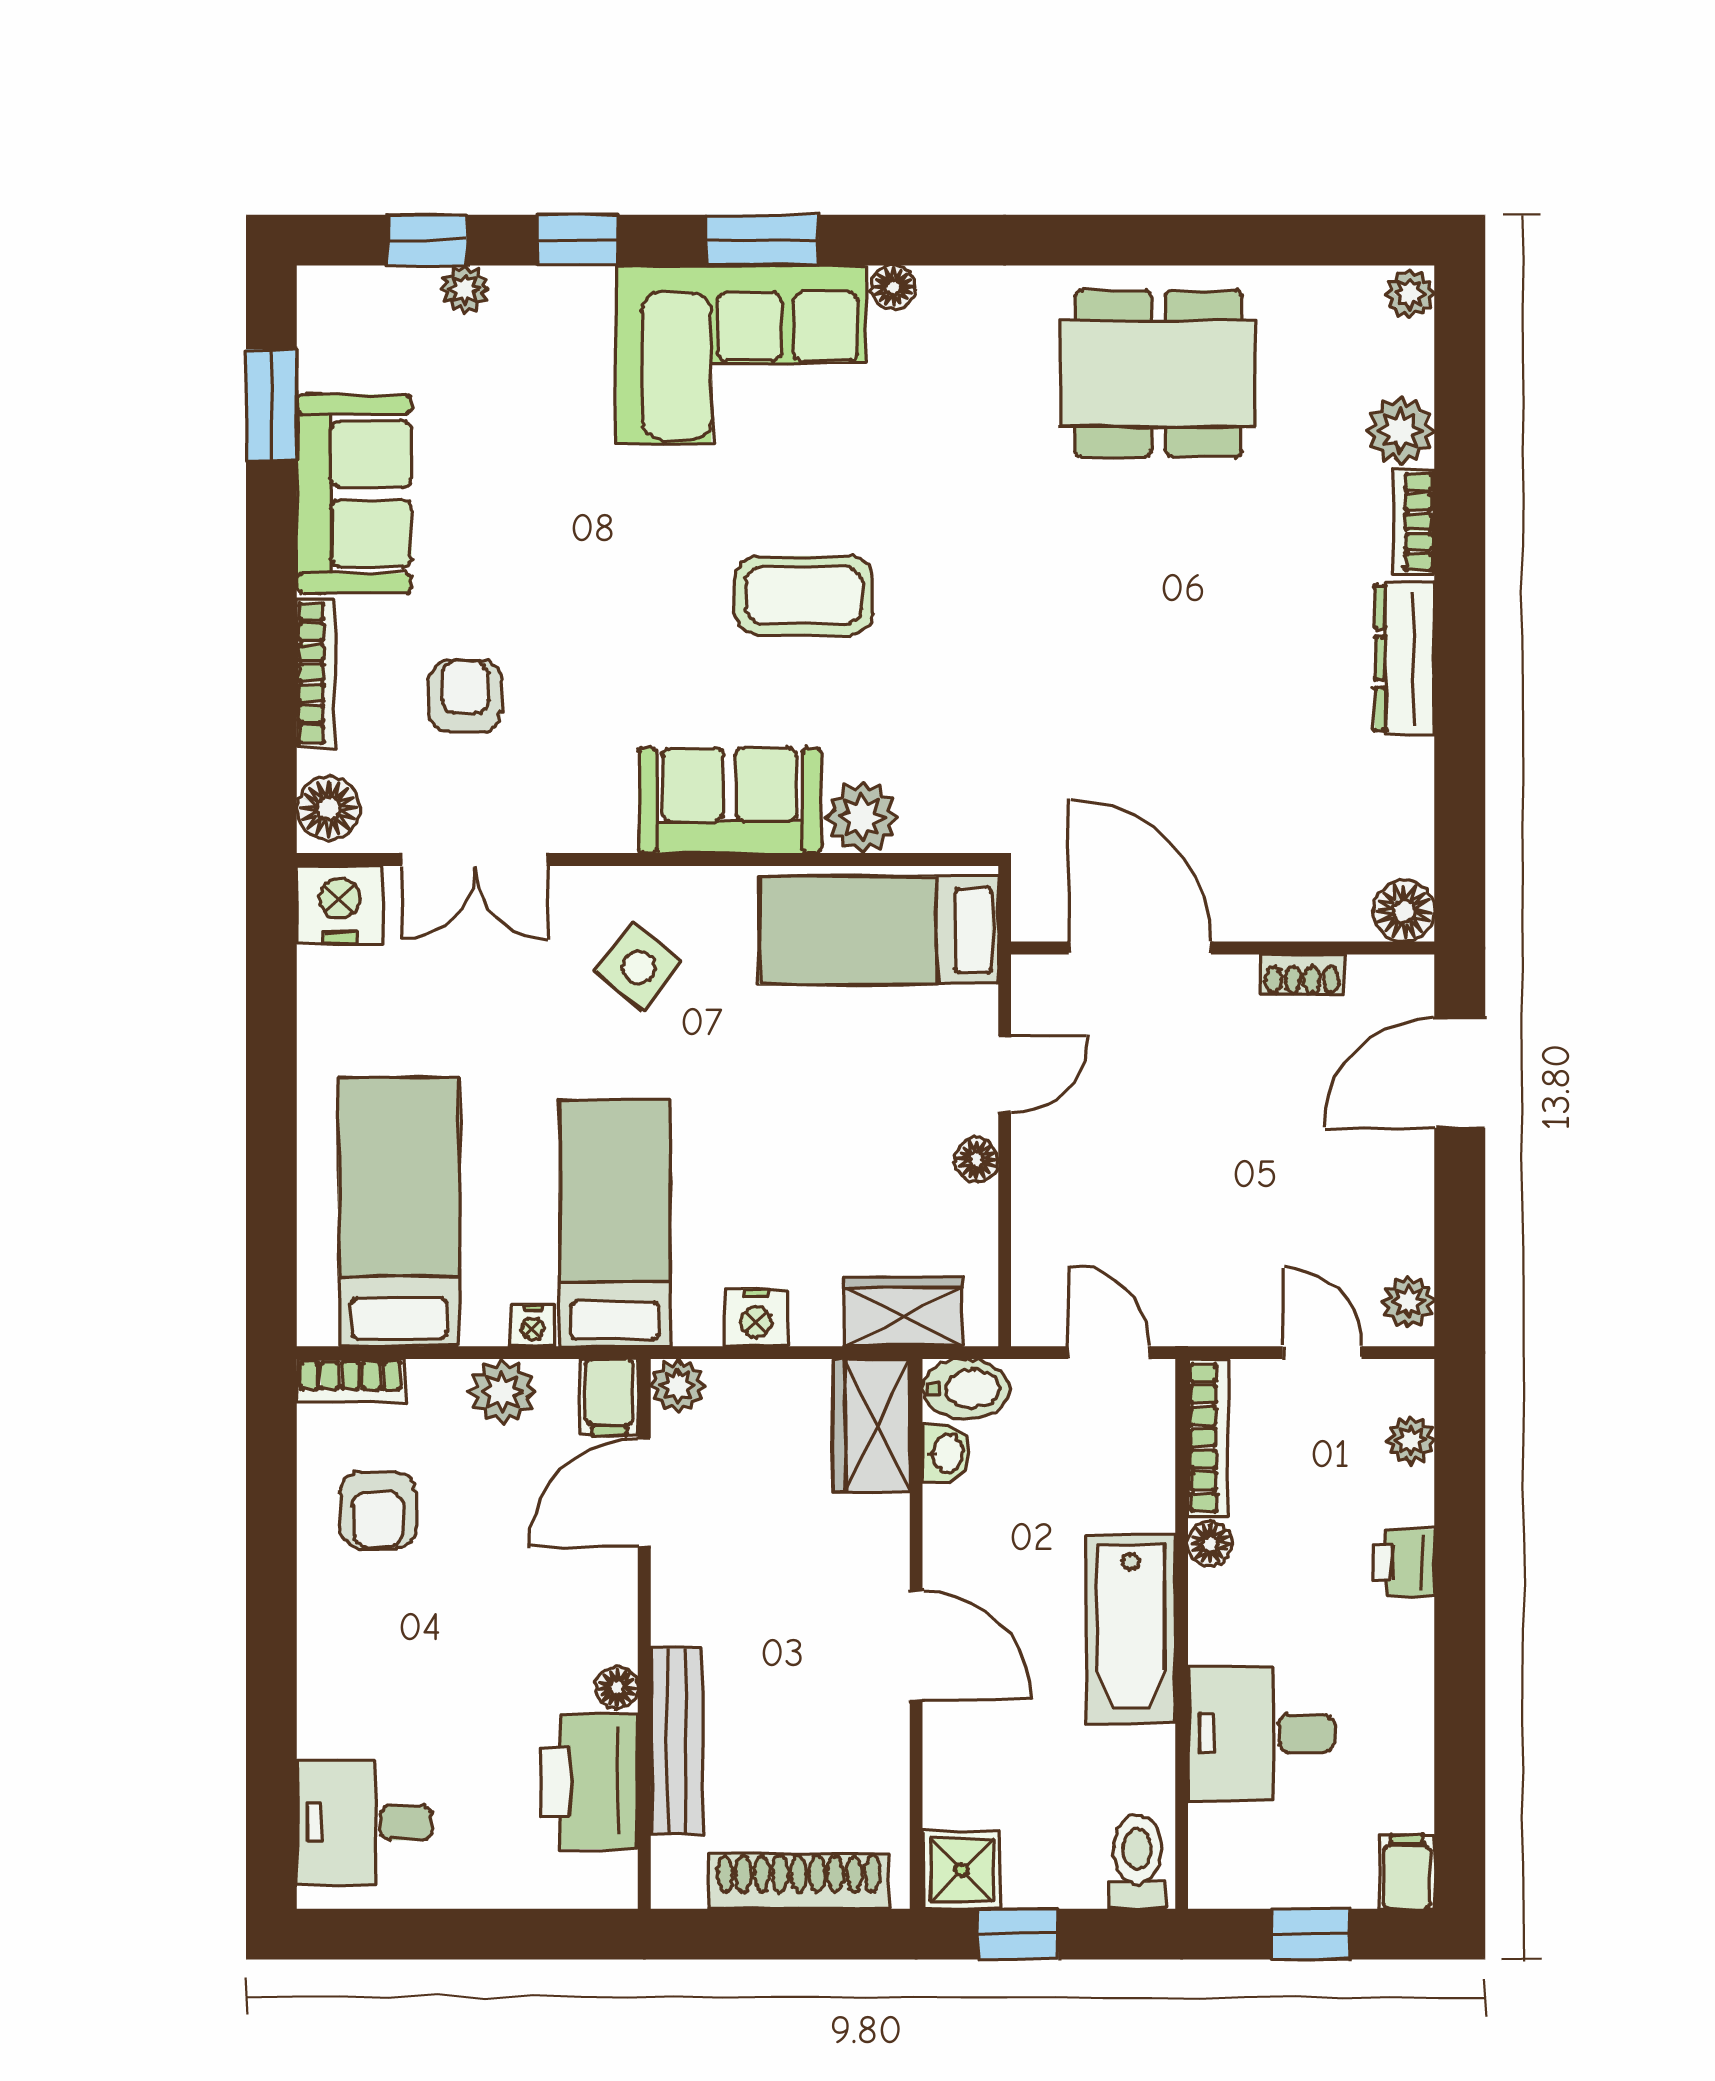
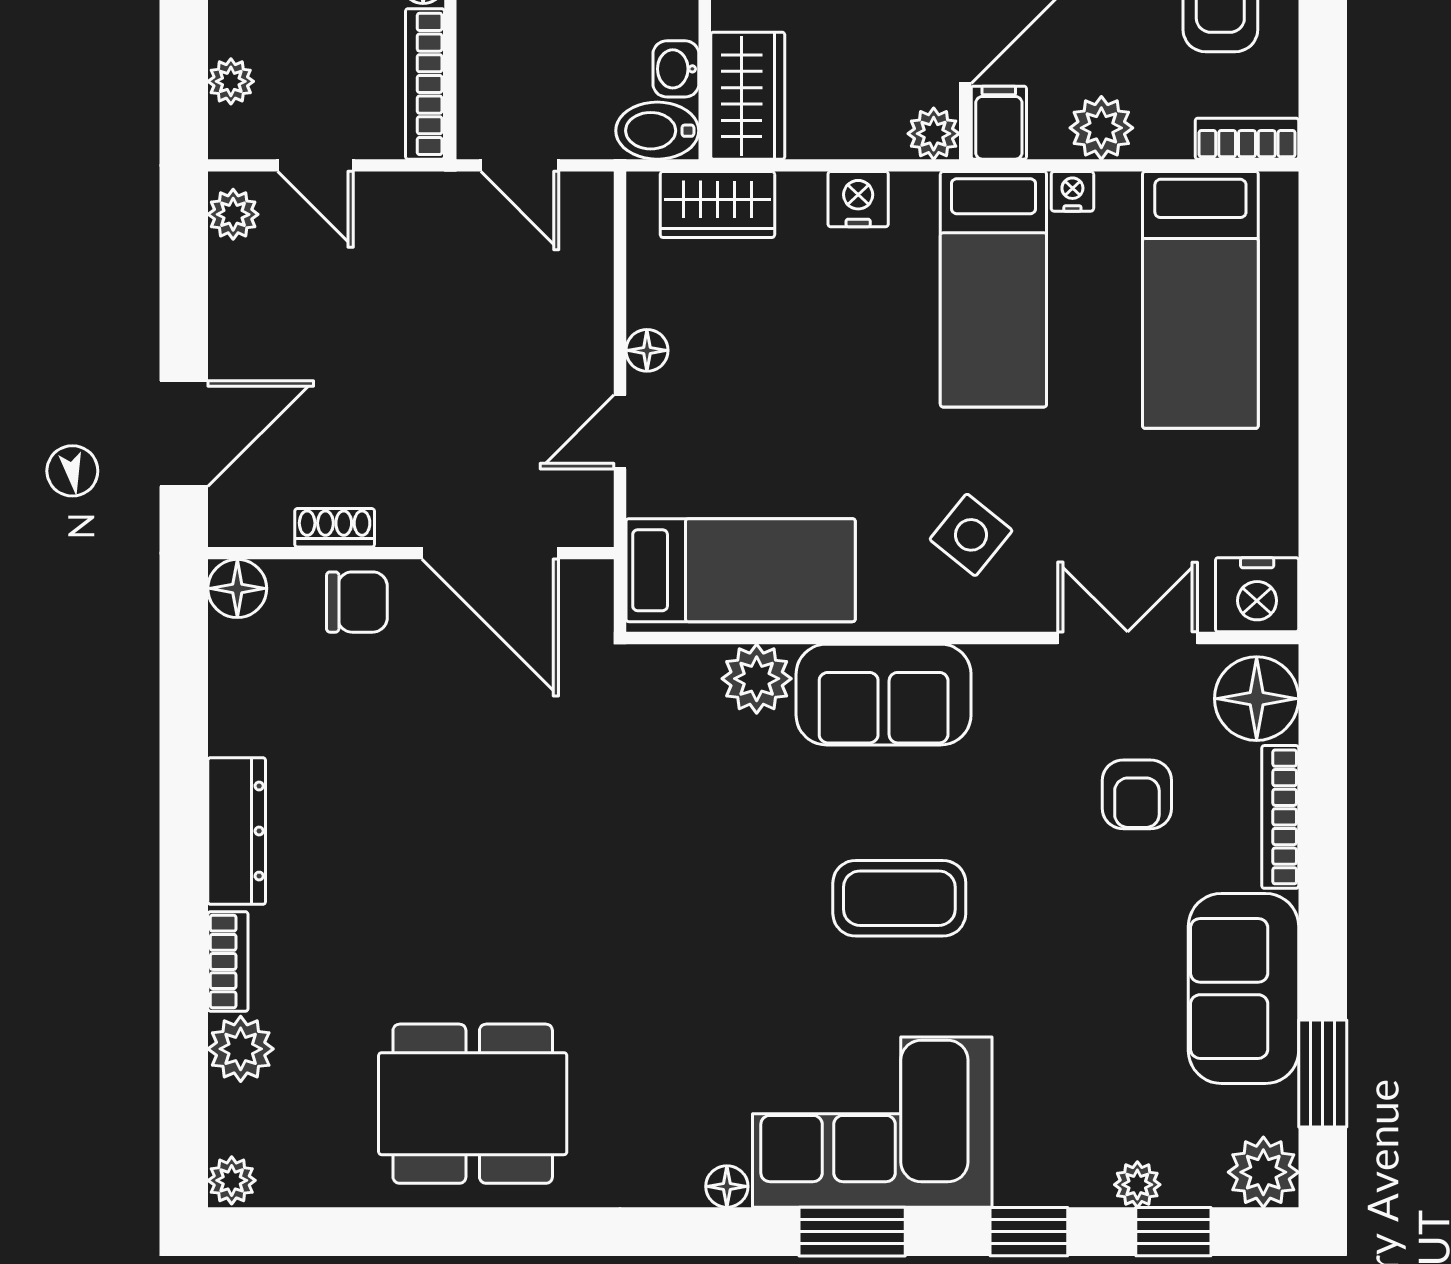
plant: (333, 302) -> (1263, 1172), added
coffee table: (804, 595) -> (899, 898), moved
floor lamp: (329, 808) -> (1257, 699), width x1.38, depth x1.38
chair: (1279, 897) -> (357, 602), added

